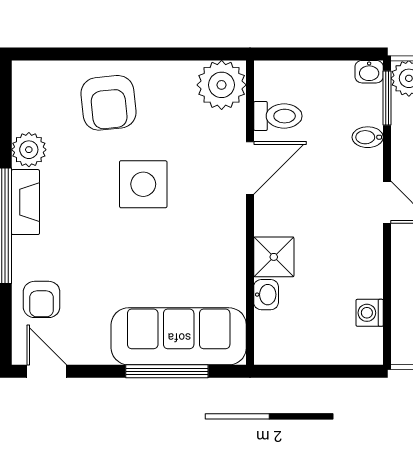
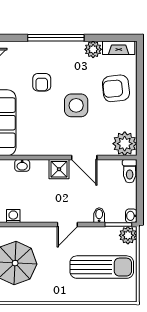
toilet: (278, 116) -> (130, 171), moved
fireplace: (25, 202) -> (119, 48), moved
shower: (274, 257) -> (59, 169), moved
armchair: (42, 299) -> (42, 82), moved, turned -90

